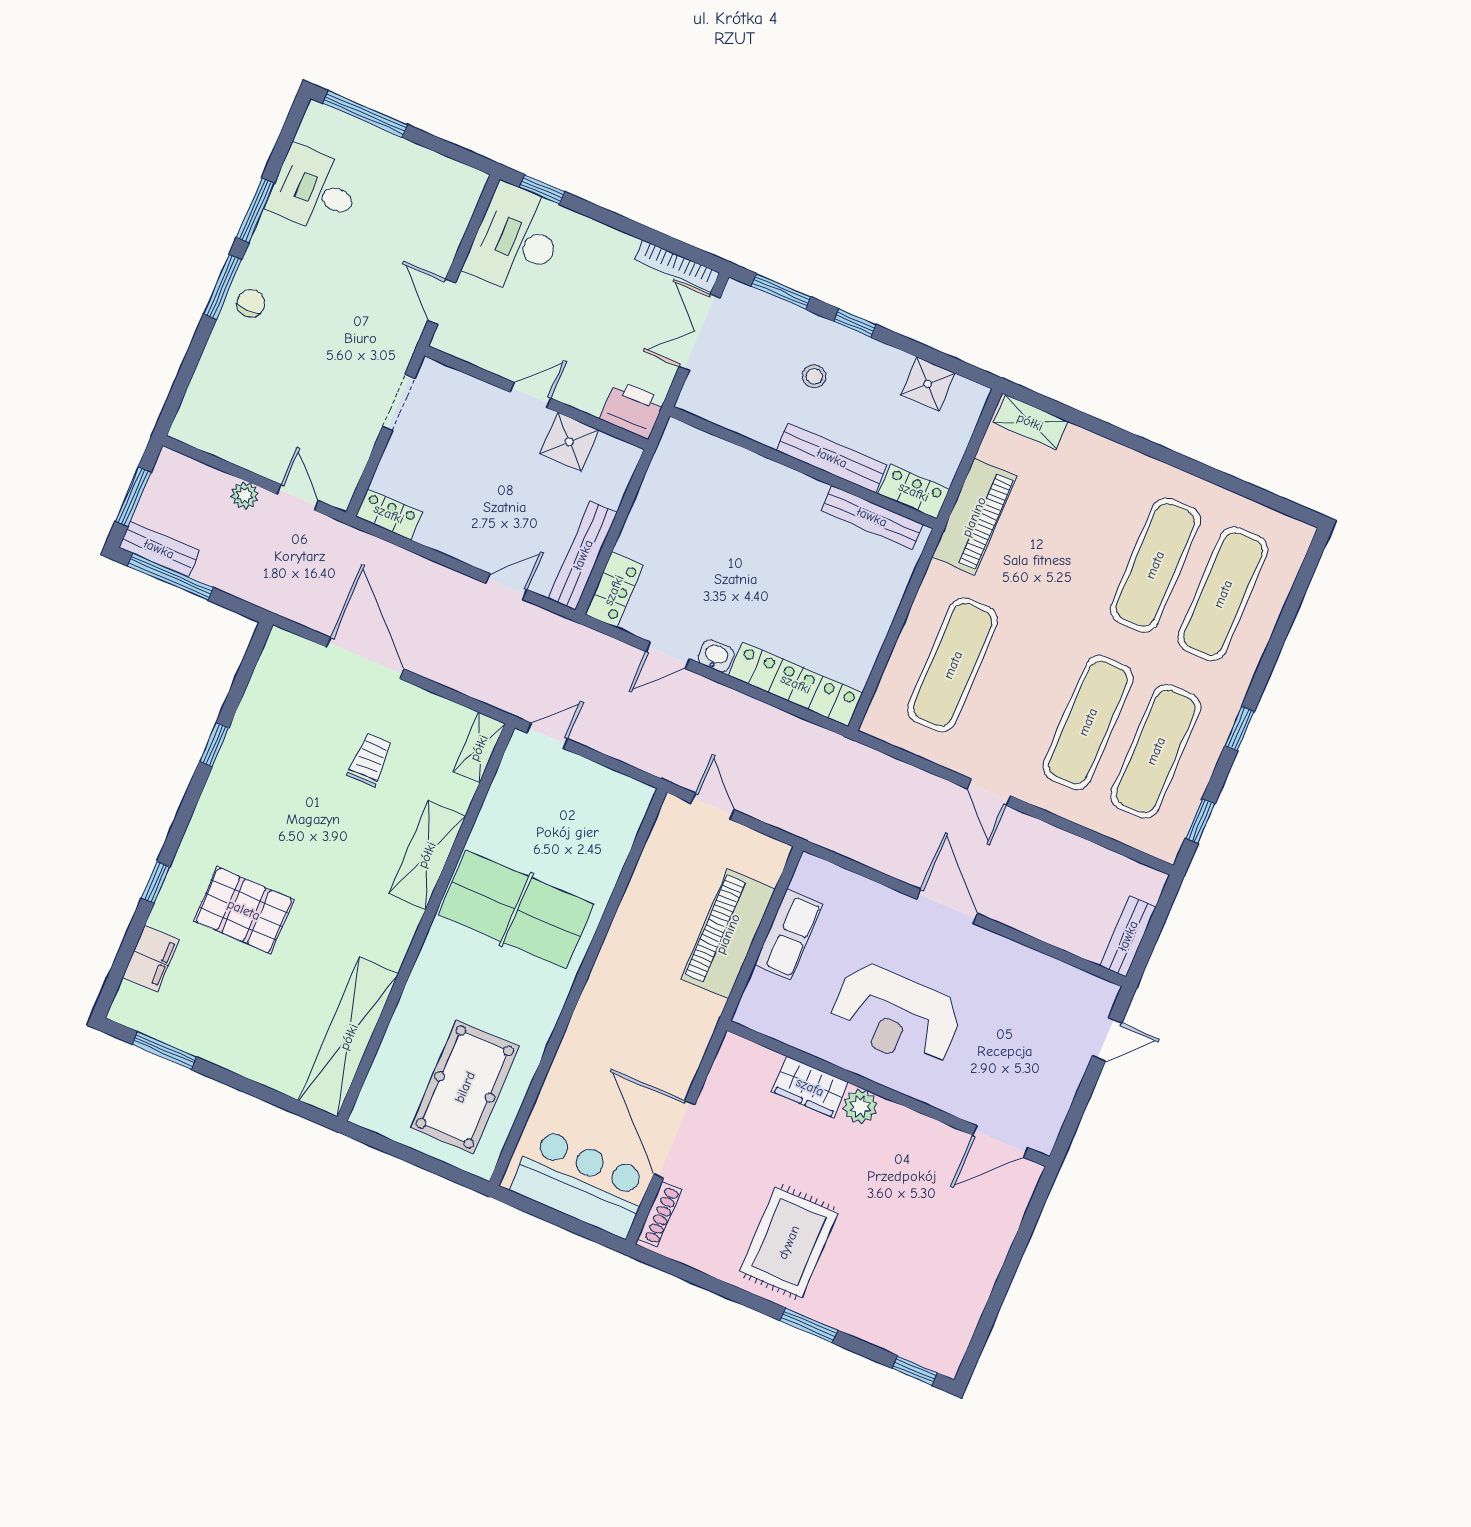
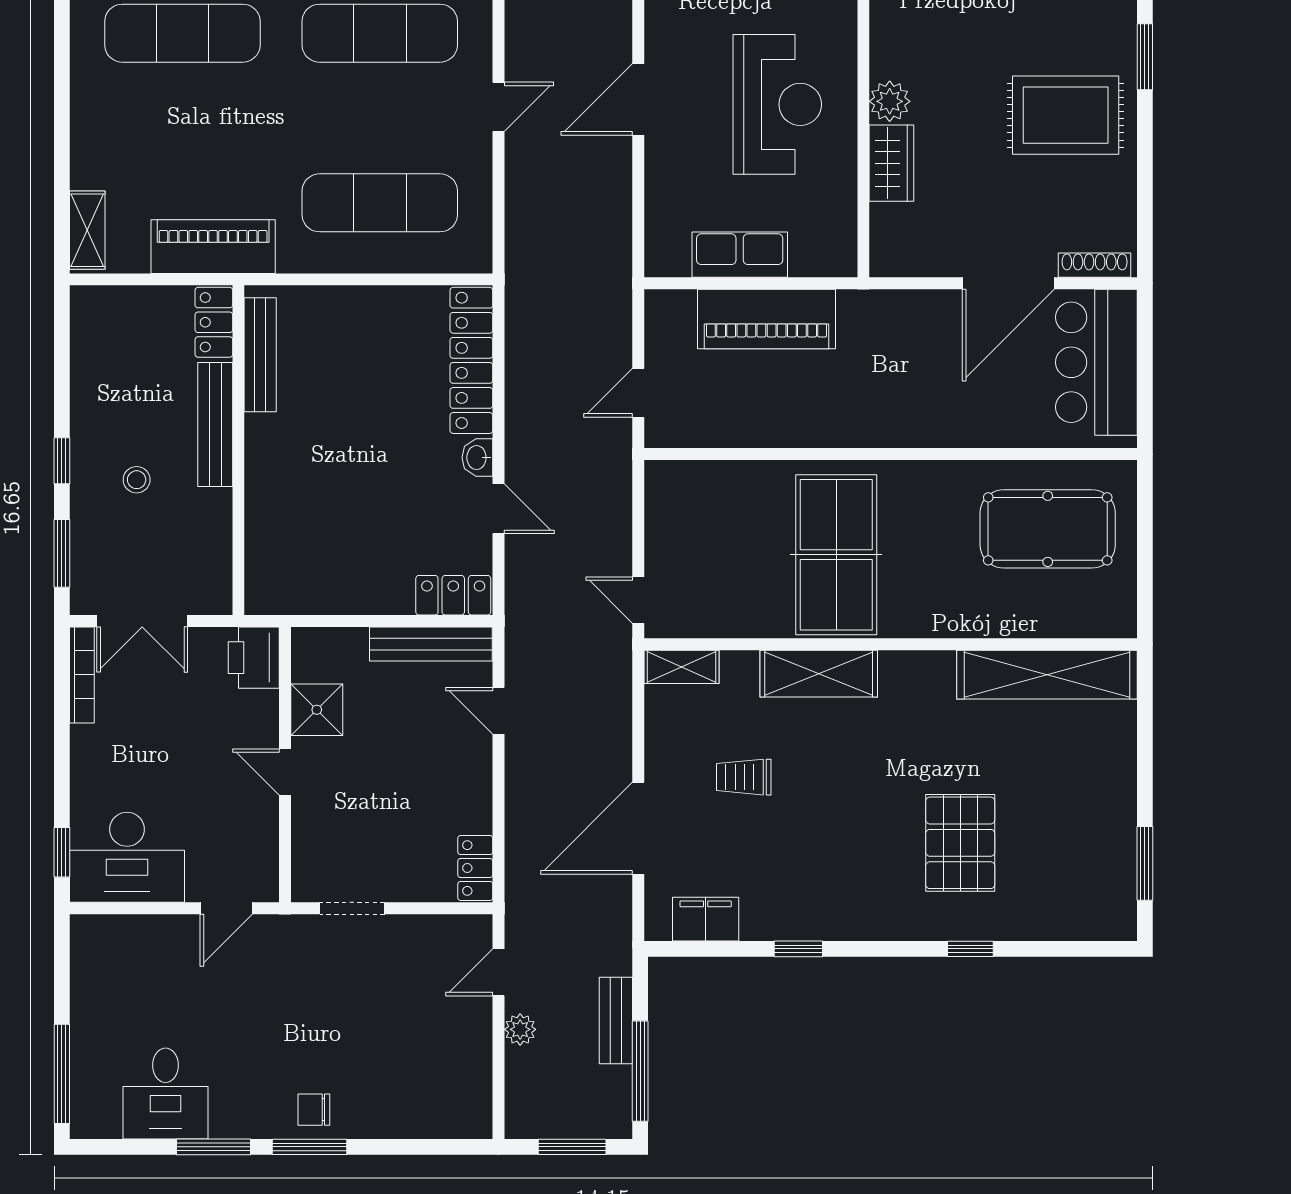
shower: (928, 384) -> (94, 356), removed
bench: (159, 549) -> (616, 1020), moved
filing cabinet: (151, 959) -> (706, 919), moved

